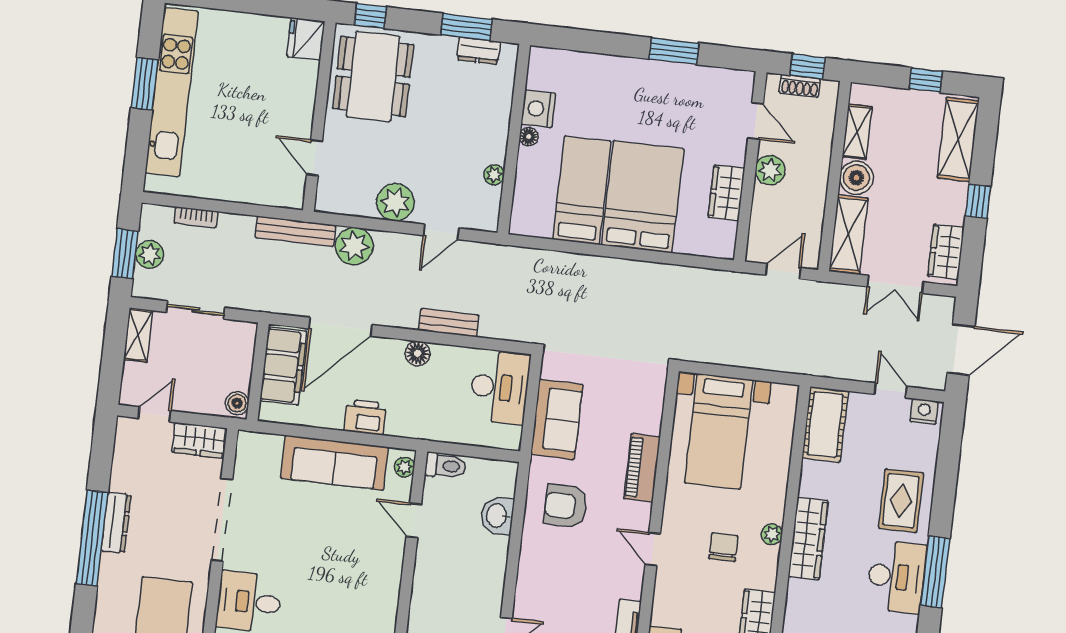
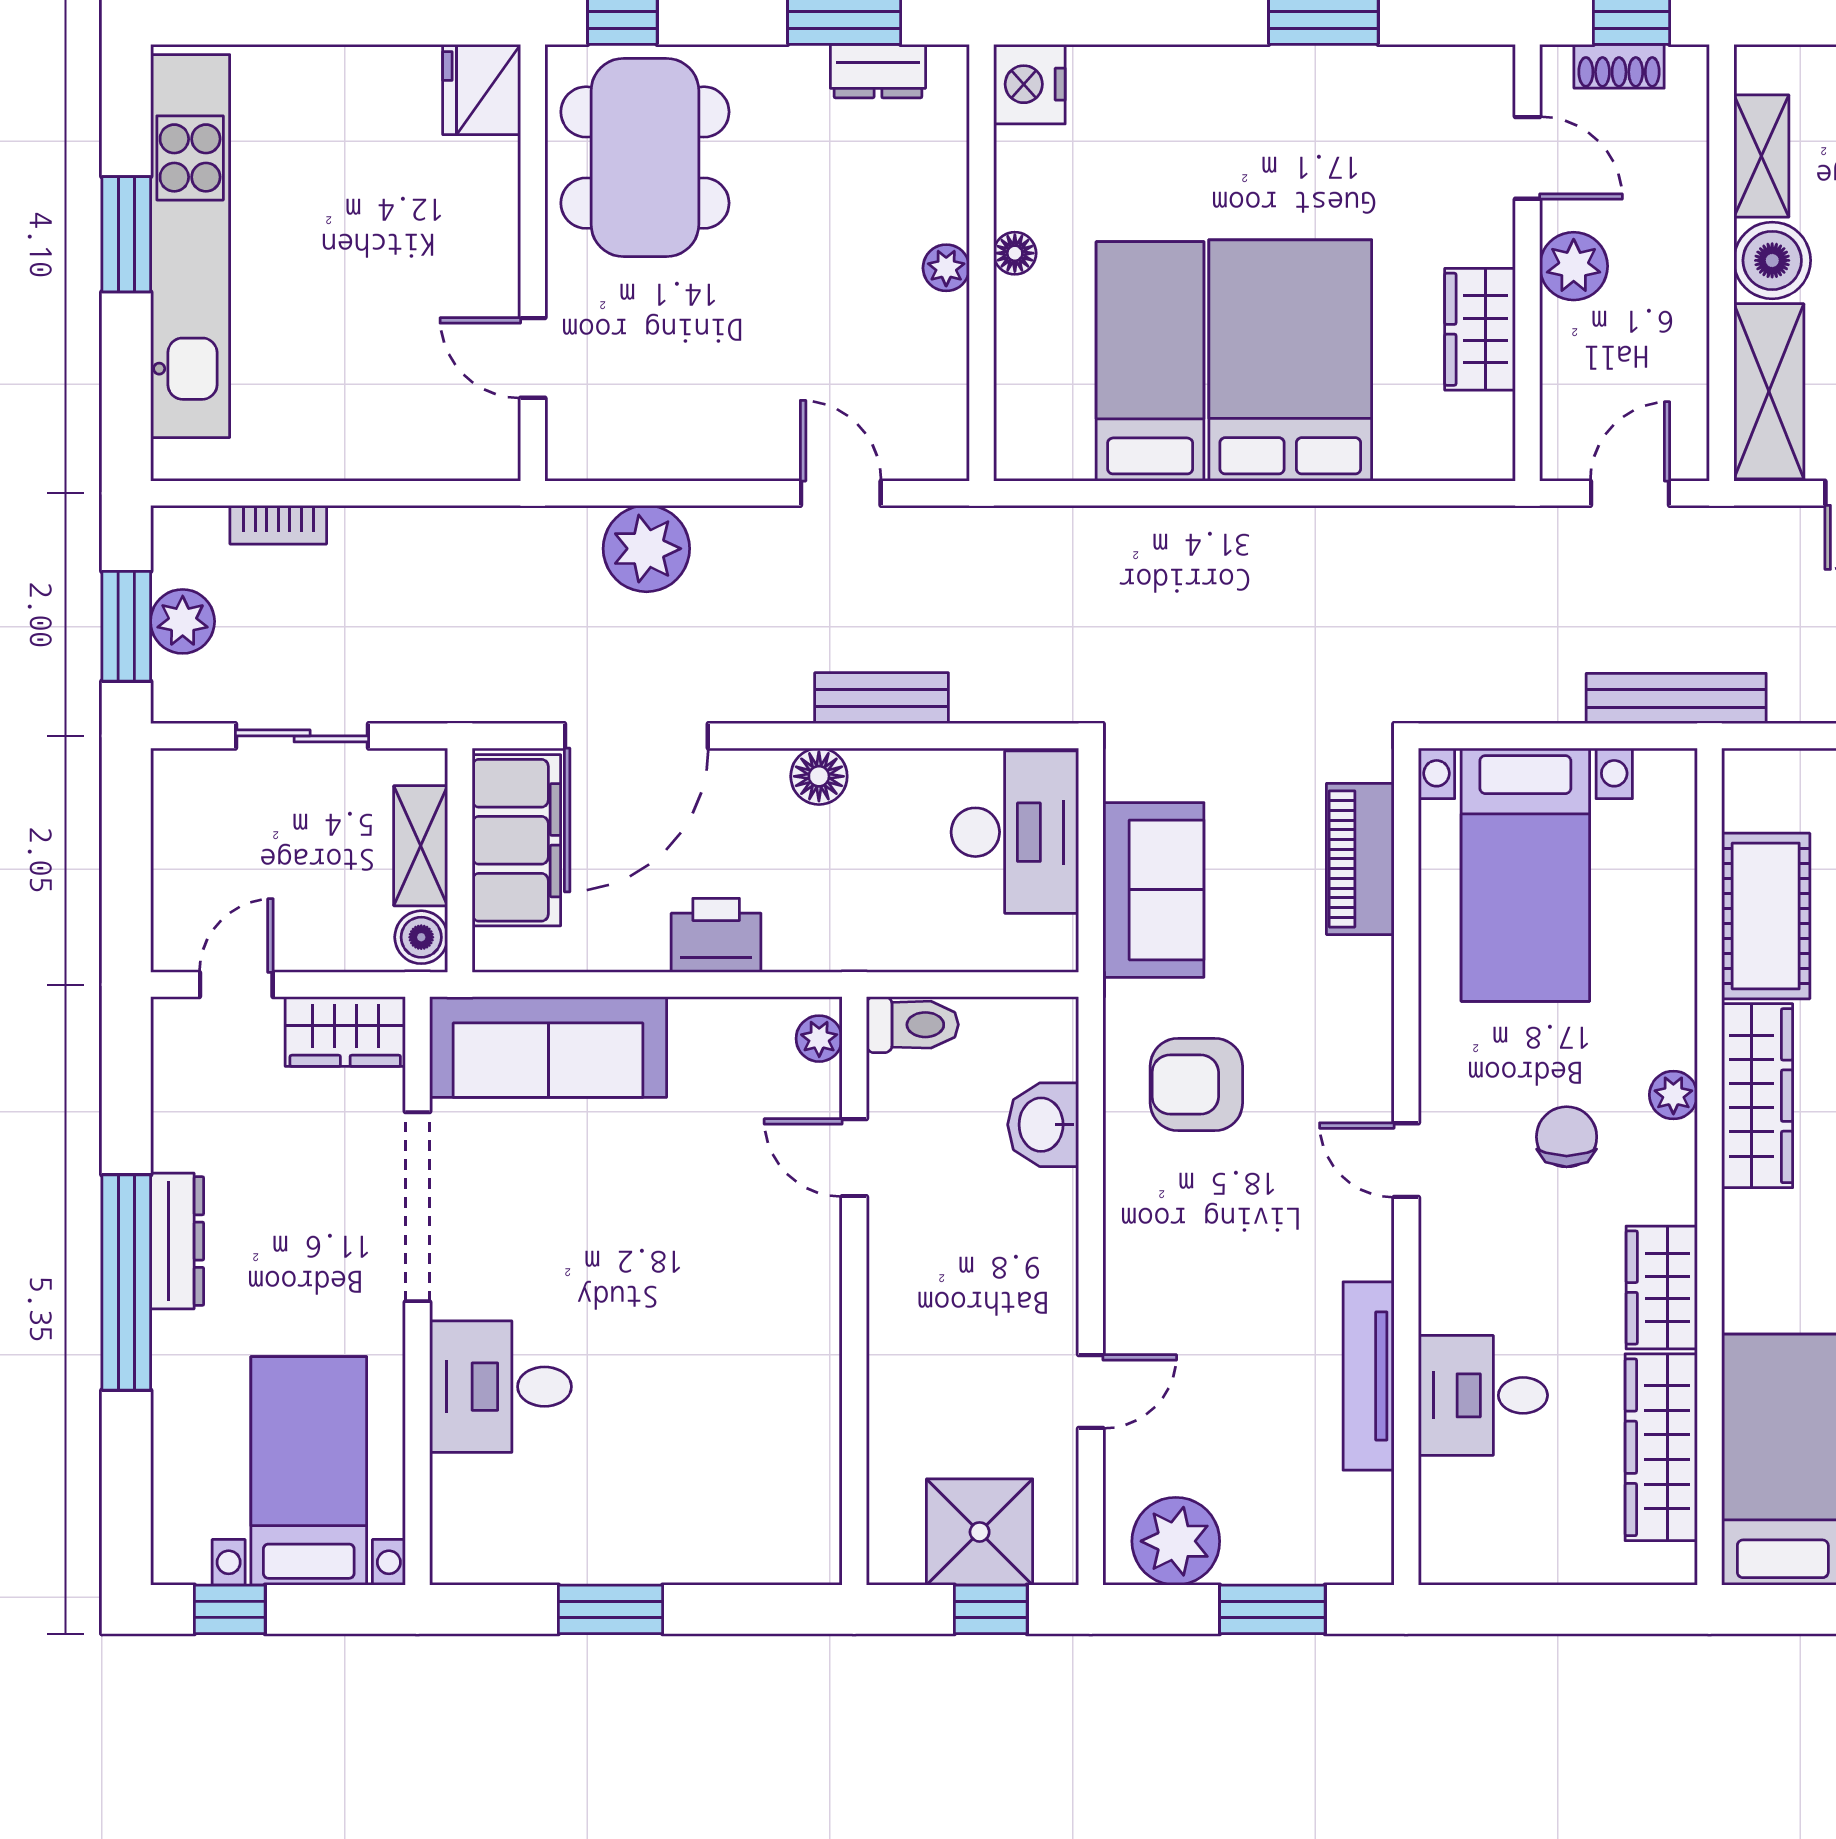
nightstand: (538, 109) -> (1029, 84), moved
plant: (494, 175) -> (946, 268), moved
plant: (395, 202) -> (728, 438), removed
bench: (295, 231) -> (1676, 699), moved
door: (441, 232) -> (841, 493), swing flipped
shelving: (138, 335) -> (421, 846), moved
cot: (825, 424) -> (1766, 916), moved
sofa: (334, 463) -> (548, 1047), moved
piano: (642, 468) -> (1360, 859), moved

